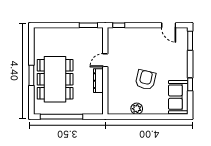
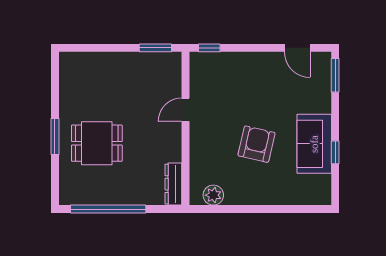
dining table: (55, 79) -> (97, 143), width x0.53, depth x0.80
dresser: (98, 81) -> (173, 184), moved
sofa: (178, 97) -> (314, 144), moved
plant: (137, 109) -> (213, 195), moved

